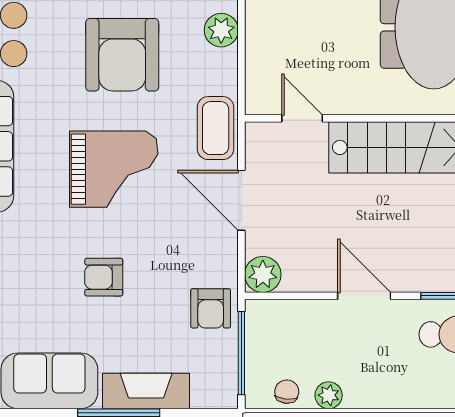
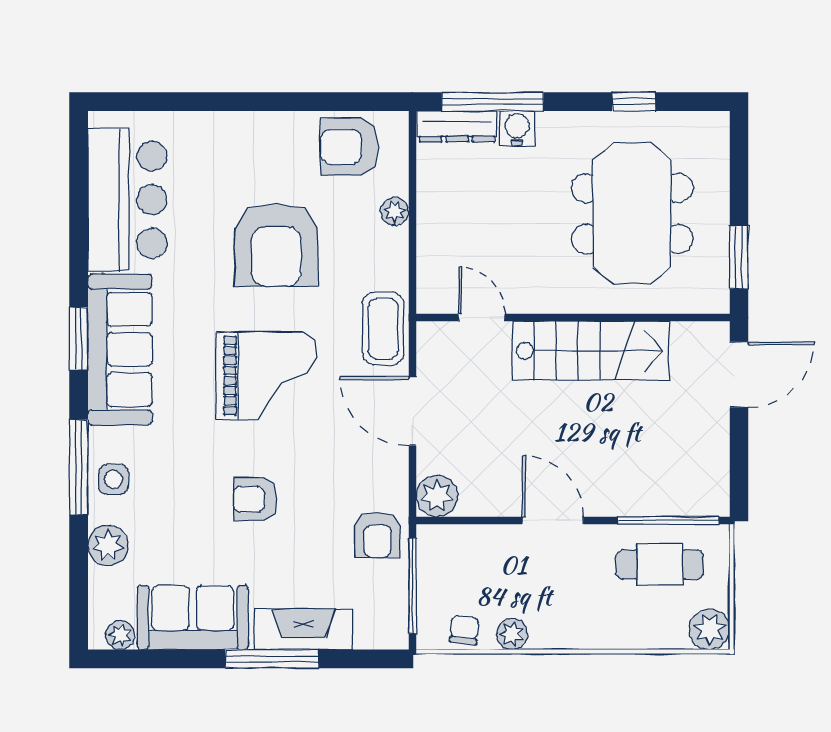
plant: (221, 30) -> (395, 211), width x0.73, depth x0.73

